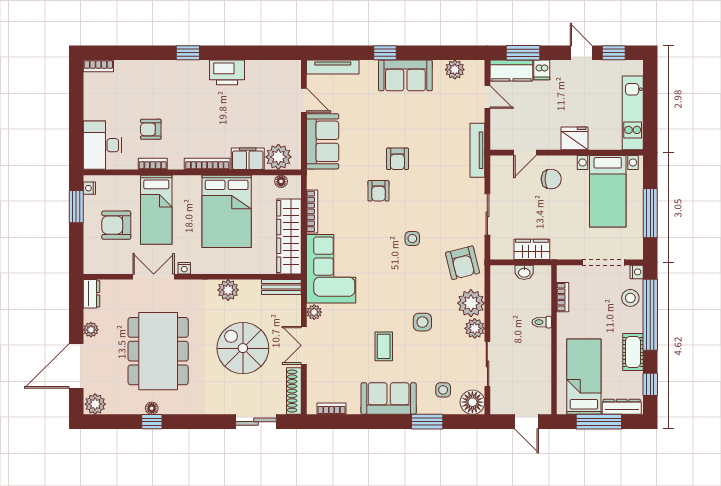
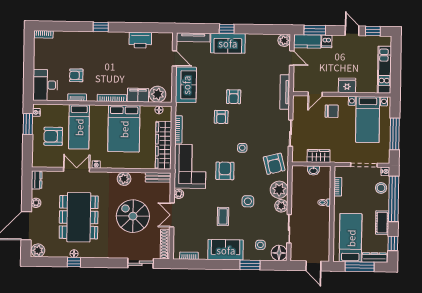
plant: (455, 70) -> (284, 40), moved
printer: (227, 72) -> (140, 40), moved
sofa: (405, 75) -> (228, 43), moved
armchair: (386, 275) -> (225, 171), added

